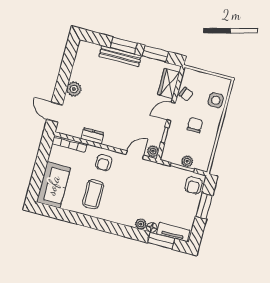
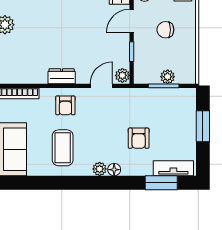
chair: (195, 125) -> (165, 30), turned -90
dresser: (92, 136) -> (62, 76), moved
armchair: (194, 185) -> (139, 138), moved
plant: (141, 224) -> (100, 169), moved
floor lamp: (152, 227) -> (114, 170), moved

